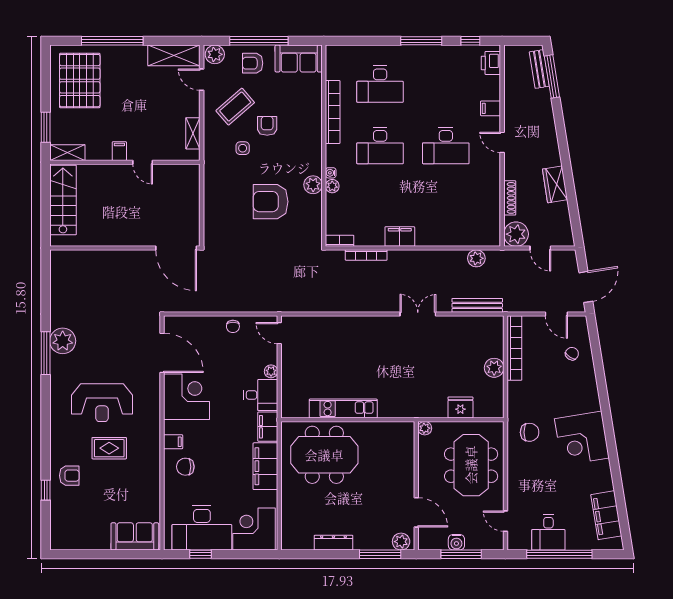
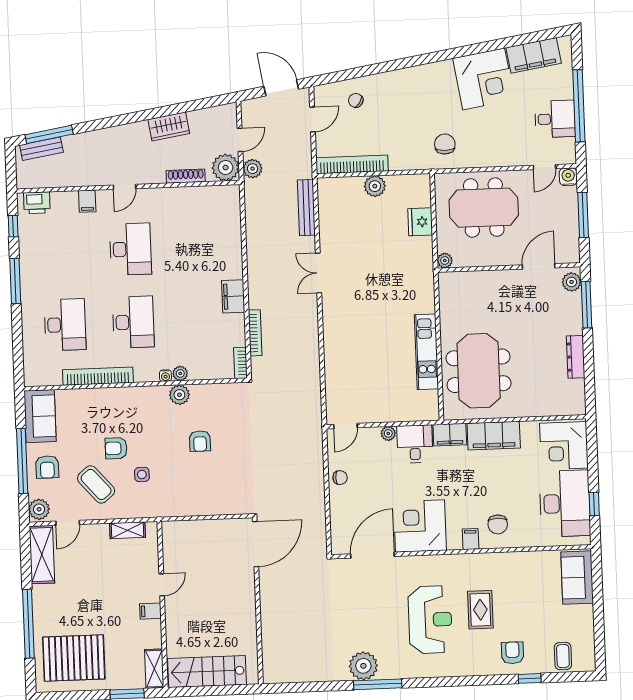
armchair: (271, 202) -> (200, 441), width x0.53, depth x0.53
plant: (476, 258) -> (253, 169), moved
corner desk: (582, 438) -> (484, 79), moved
coffee table: (65, 521) -> (563, 656), added
water cooler: (456, 542) -> (568, 177), moved, turned -90

